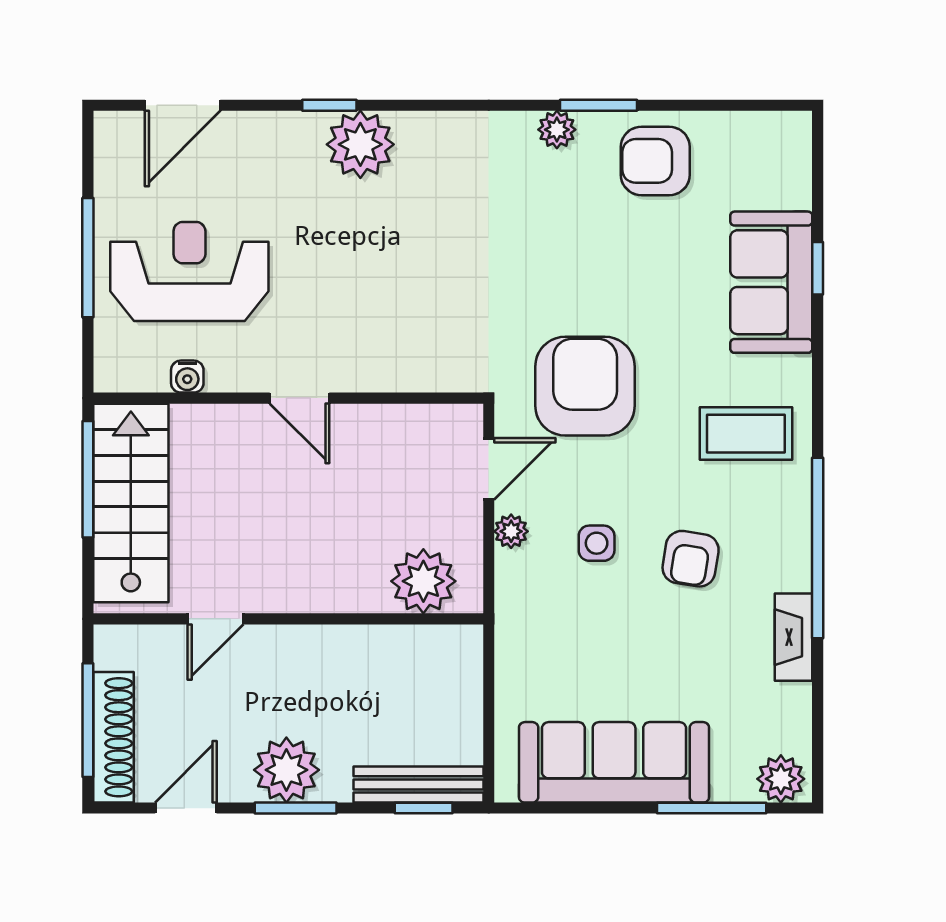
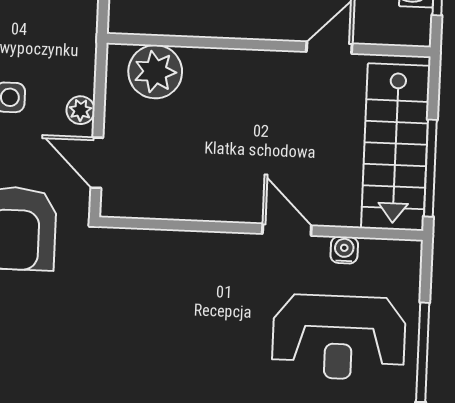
door: (300, 398) -> (287, 230), moved
door: (489, 469) -> (97, 163), hinge flipped

